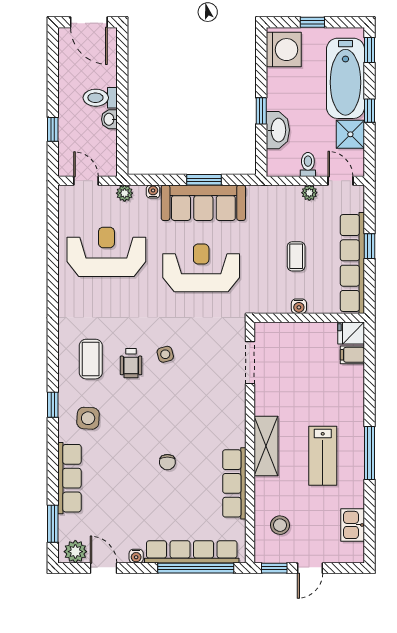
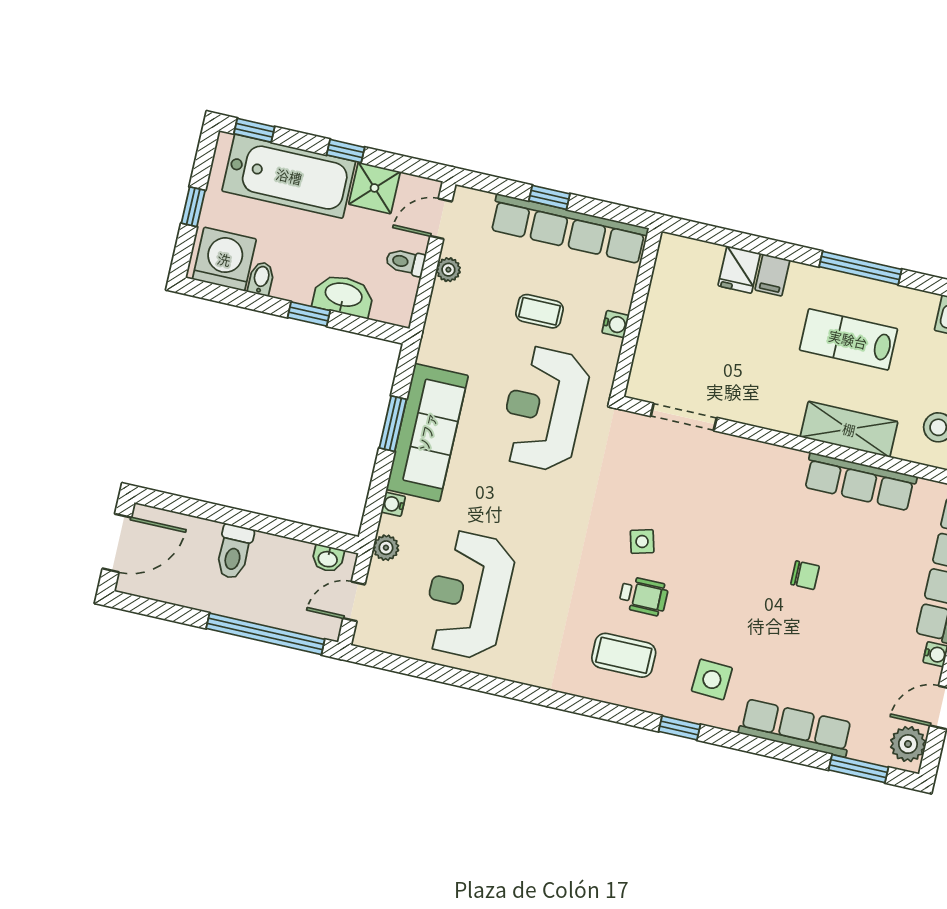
bidet: (277, 76) -> (261, 279), added
washbasin: (109, 119) -> (328, 558), moved
window: (53, 129) -> (265, 634), width x3.17
reception desk: (201, 268) -> (544, 409), moved
fridge: (351, 333) -> (739, 270), moved
filing cabinet: (352, 355) -> (772, 275), moved
shelving: (266, 446) -> (849, 429), moved
lab bench: (323, 456) -> (848, 339), turned 180

